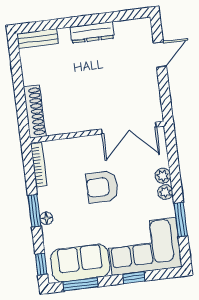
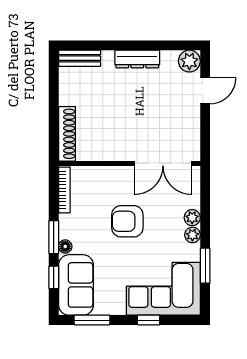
plant: (142, 28) -> (189, 61), added
sofa: (80, 263) -> (76, 285), moved, turned 90
window: (41, 264) -> (54, 277), moved

